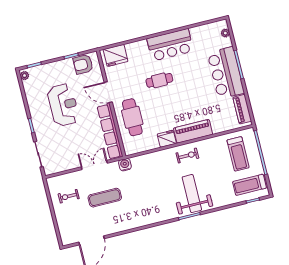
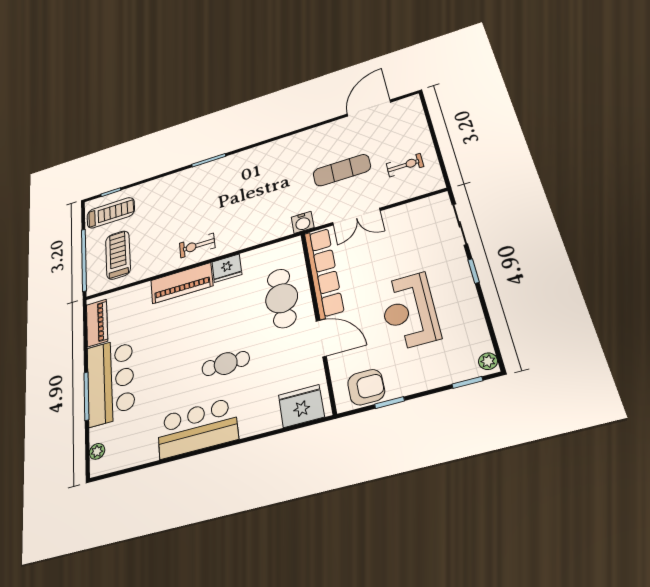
weight bench: (192, 194) -> (199, 192), removed

